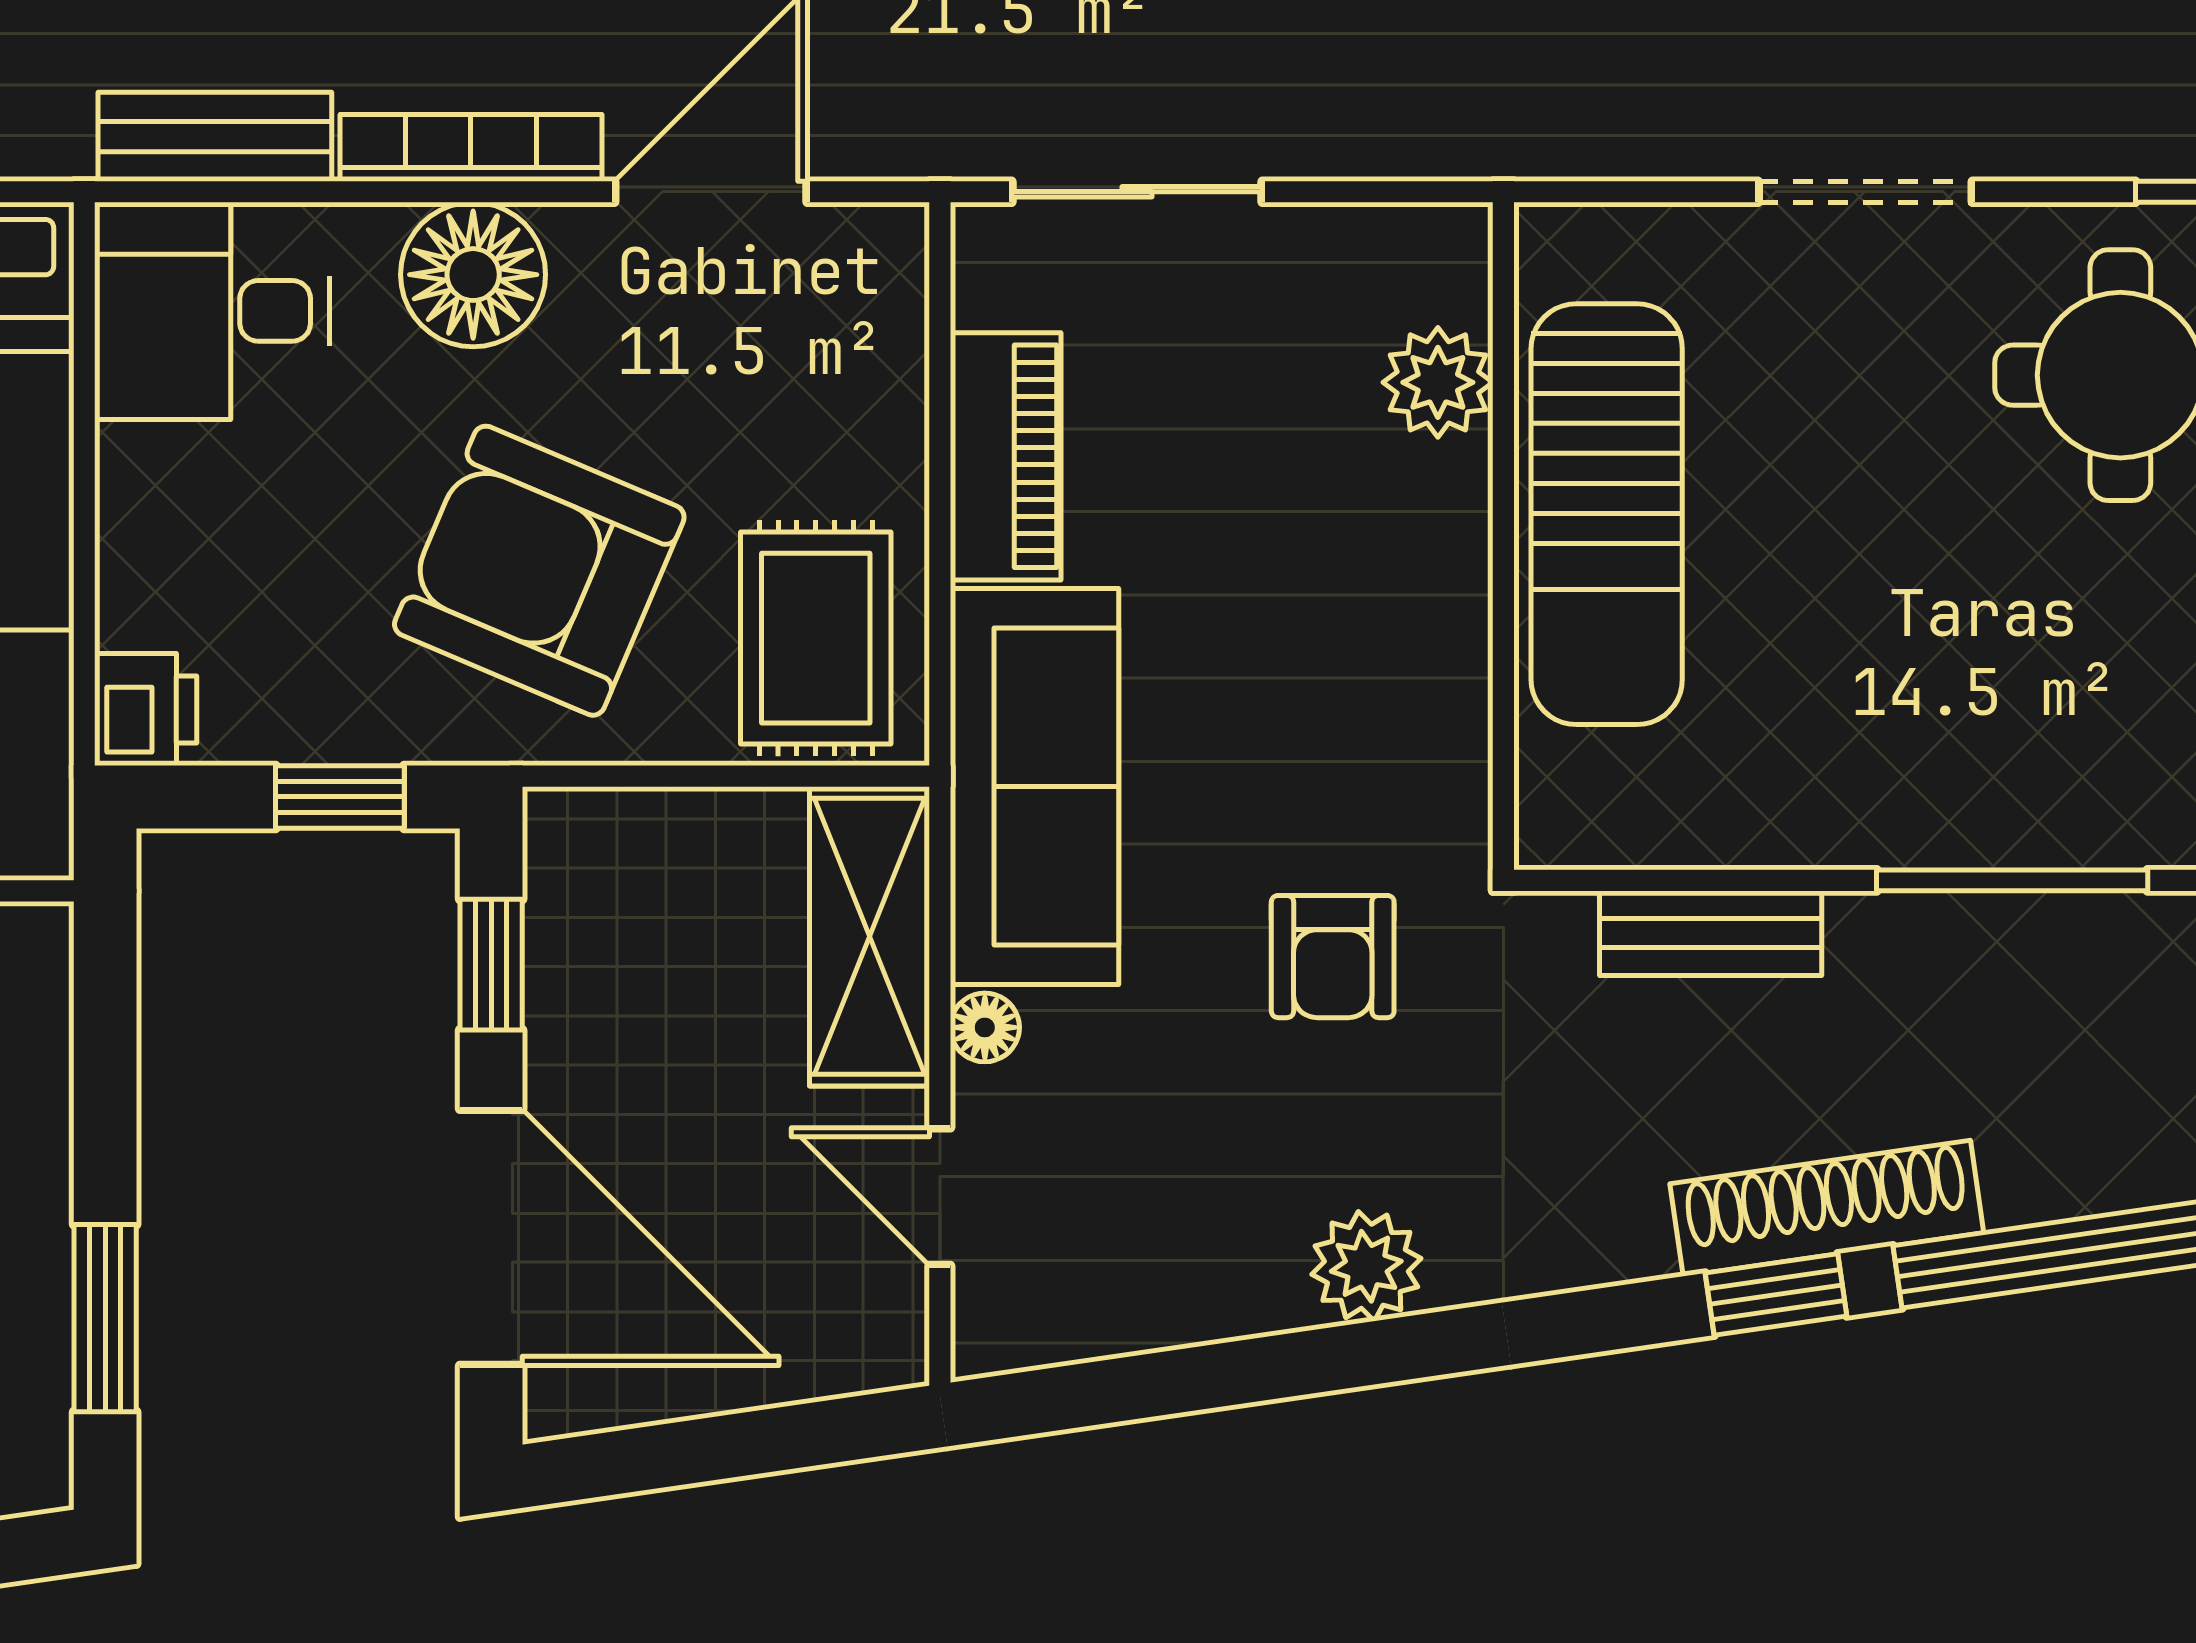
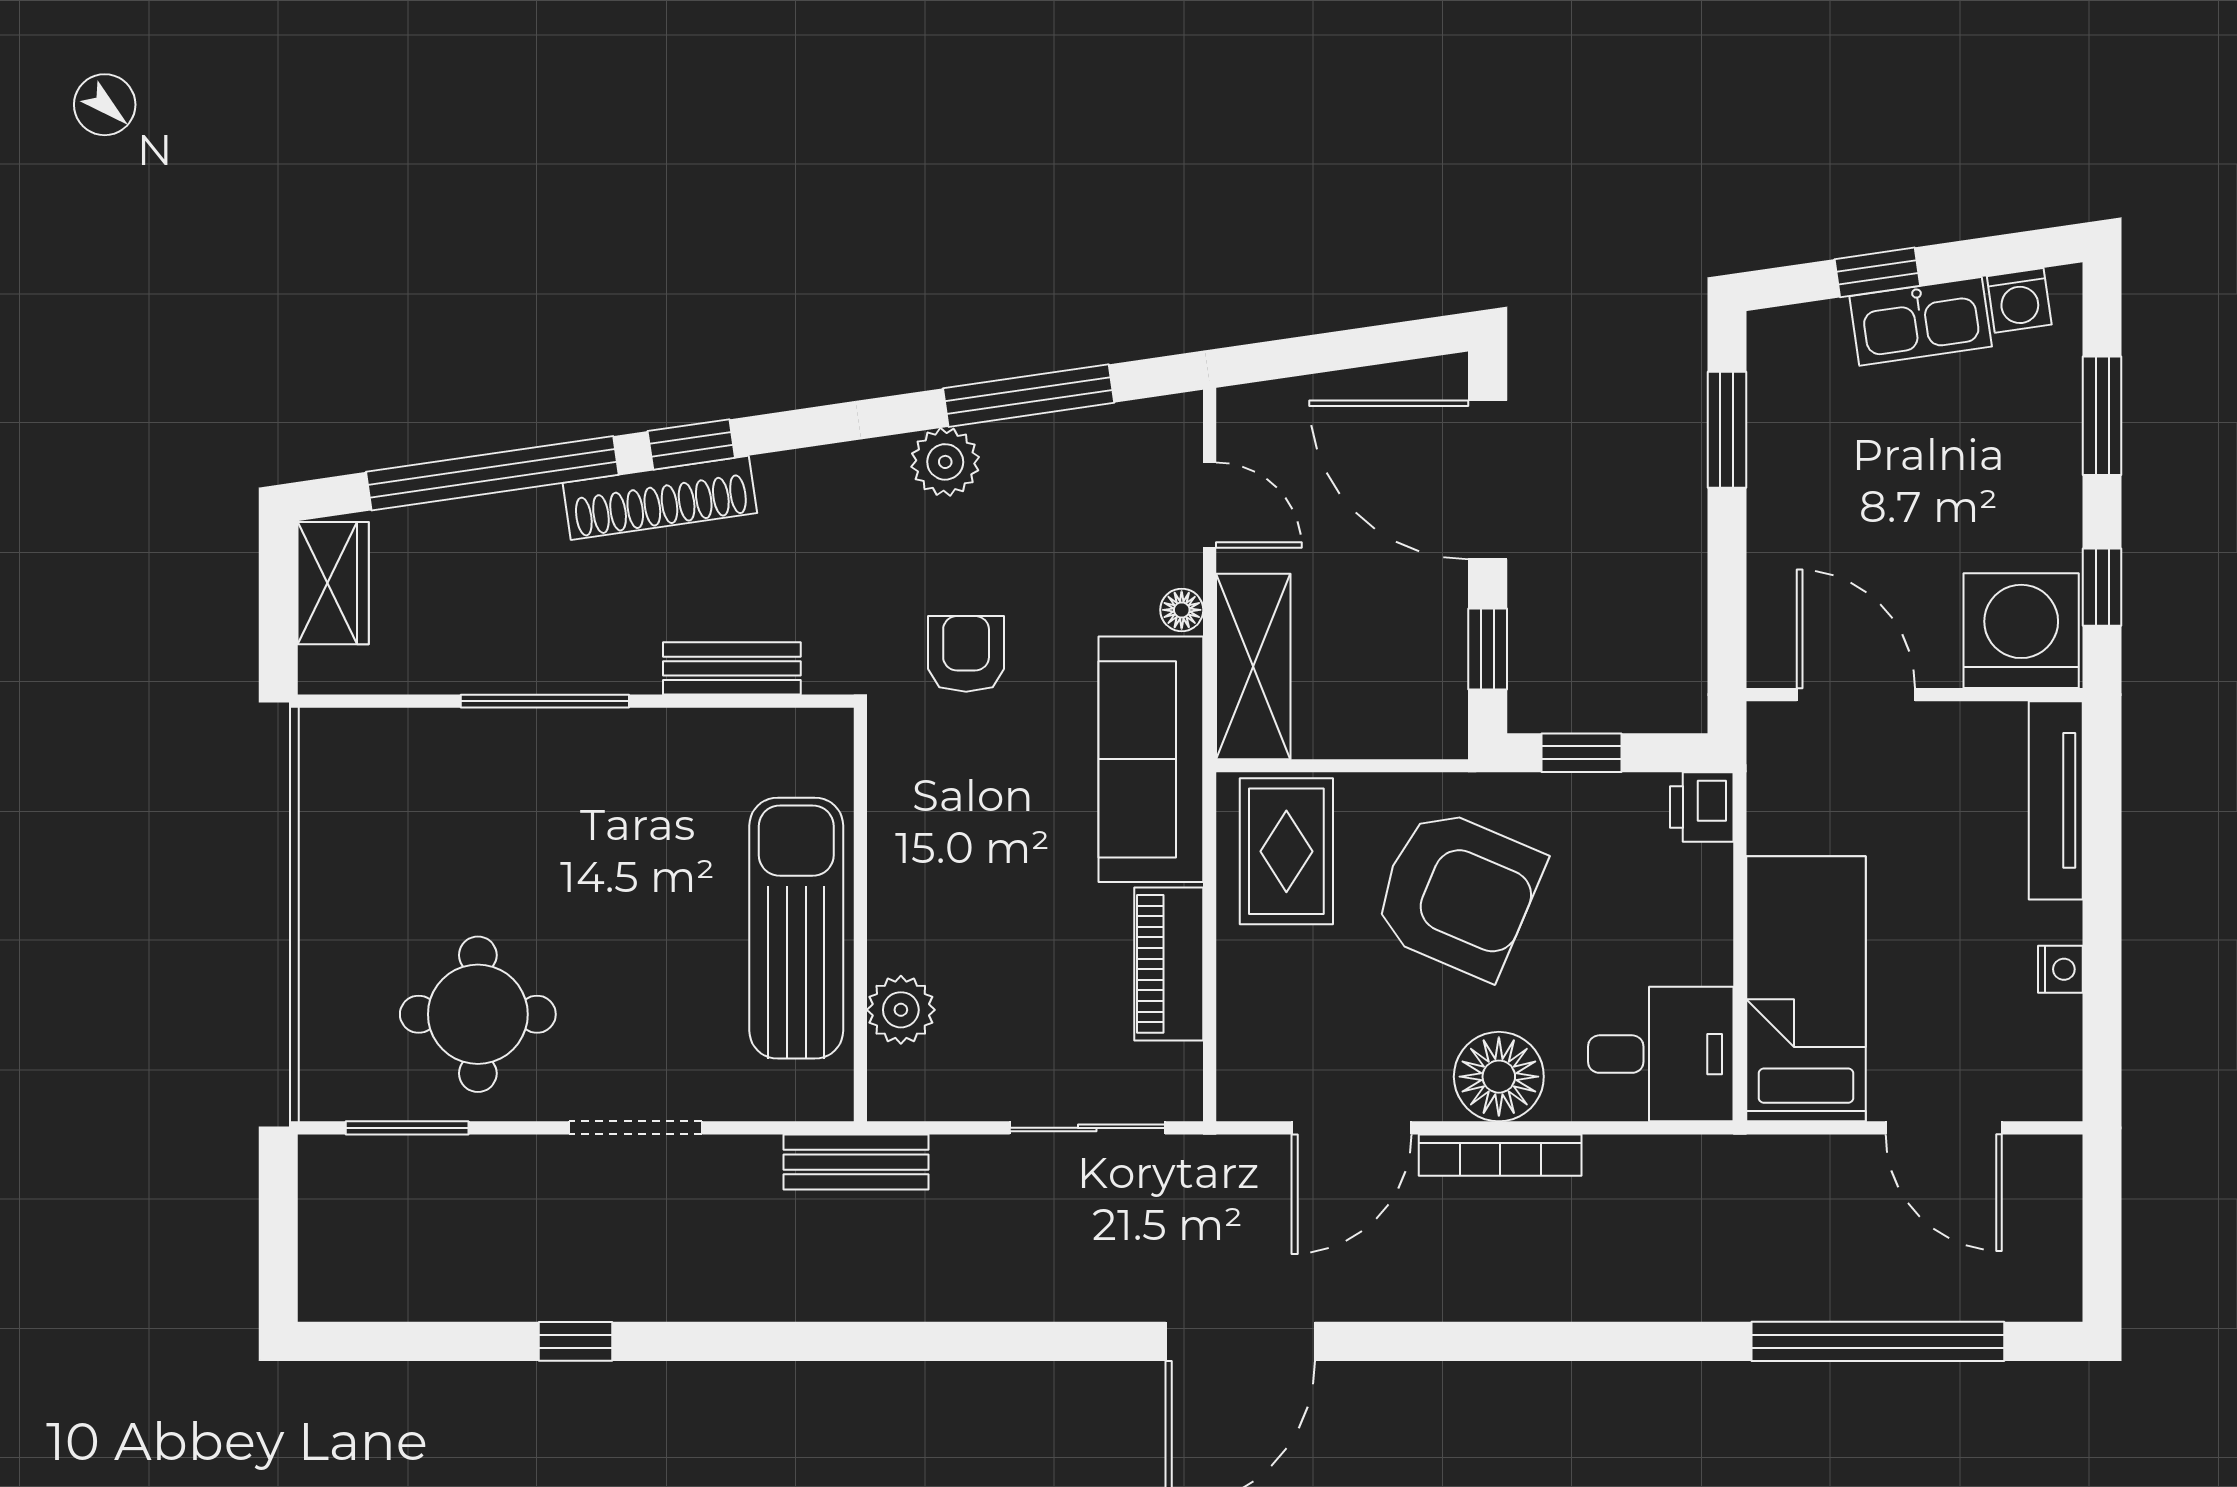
bench: (215, 137) -> (856, 1162), moved
window: (1232, 1373) -> (1029, 396), added

